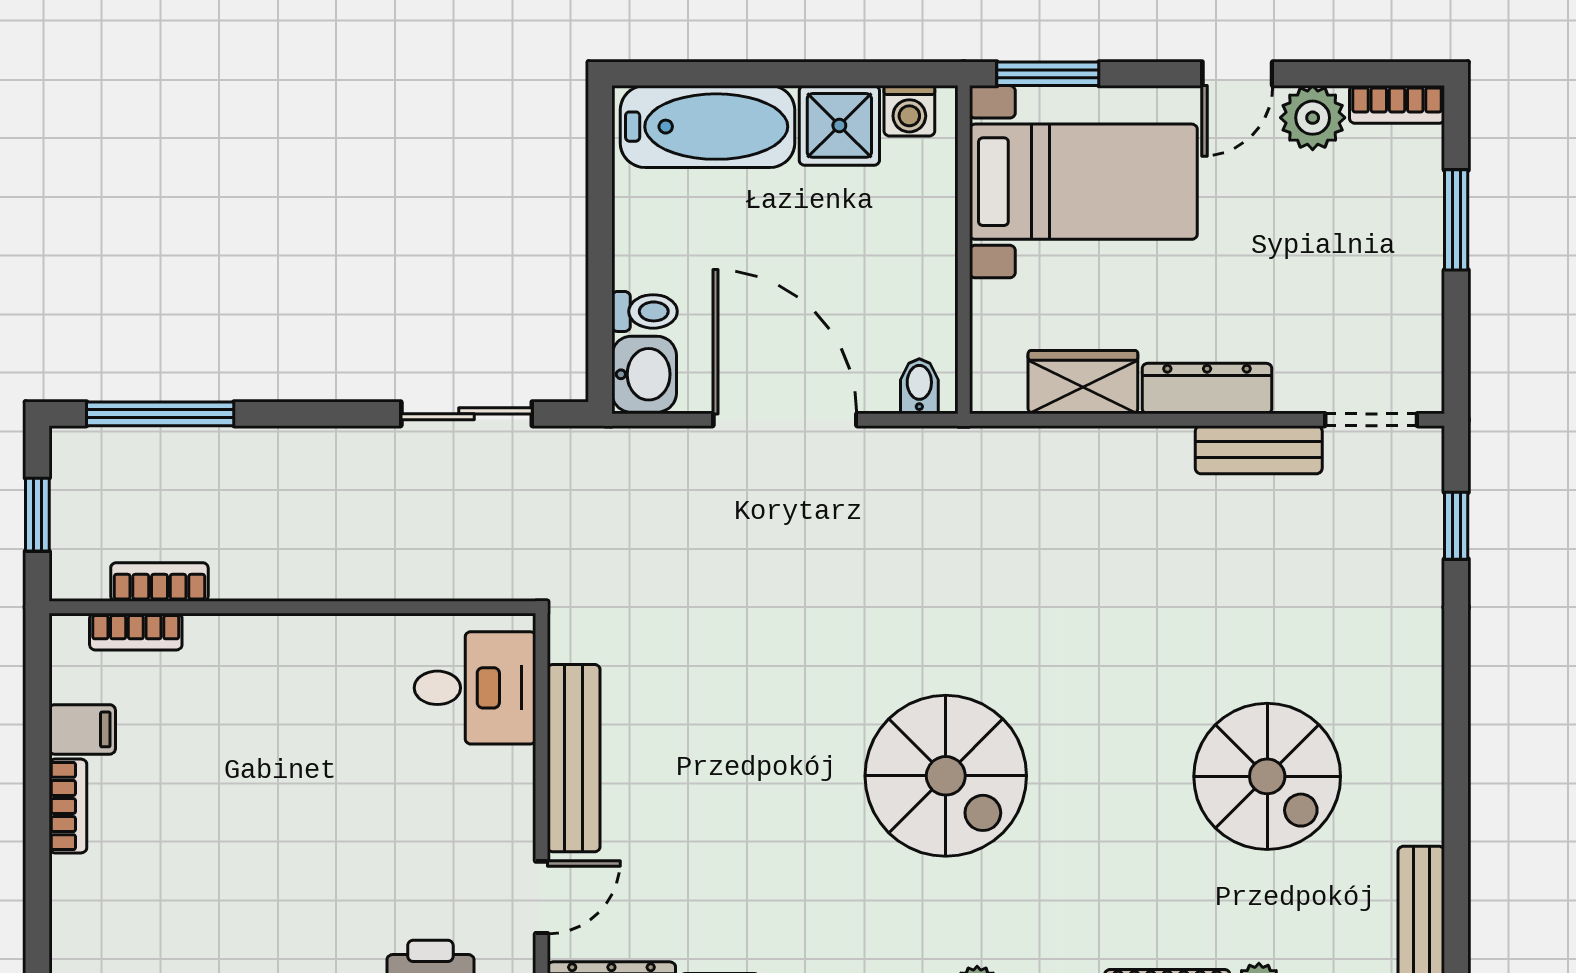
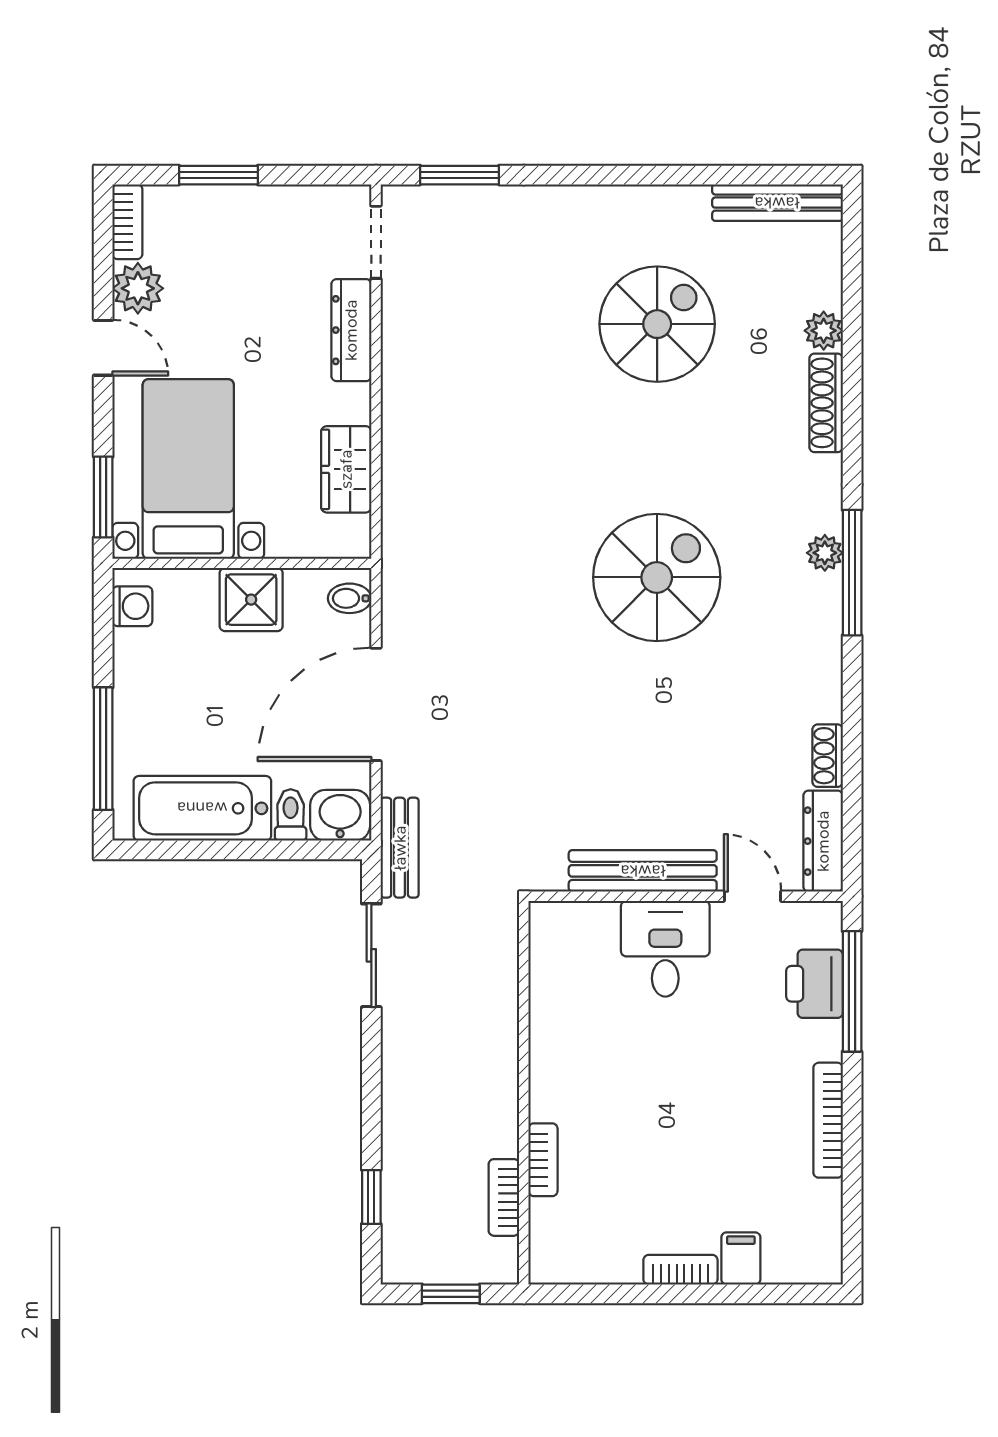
window: (729, 74) -> (103, 749), added
shower: (839, 125) -> (251, 600), moved
bathtub: (708, 127) -> (202, 808), moved, turned -90
dresser: (1207, 388) -> (351, 330), moved
window: (160, 414) -> (371, 1197), width x0.46
bench: (1259, 450) -> (400, 848), moved
window: (1456, 526) -> (459, 175), width x1.50
bookcase: (136, 632) -> (543, 1160), moved
desk: (475, 688) -> (665, 949), moved
filing cabinet: (82, 729) -> (741, 1258), moved

